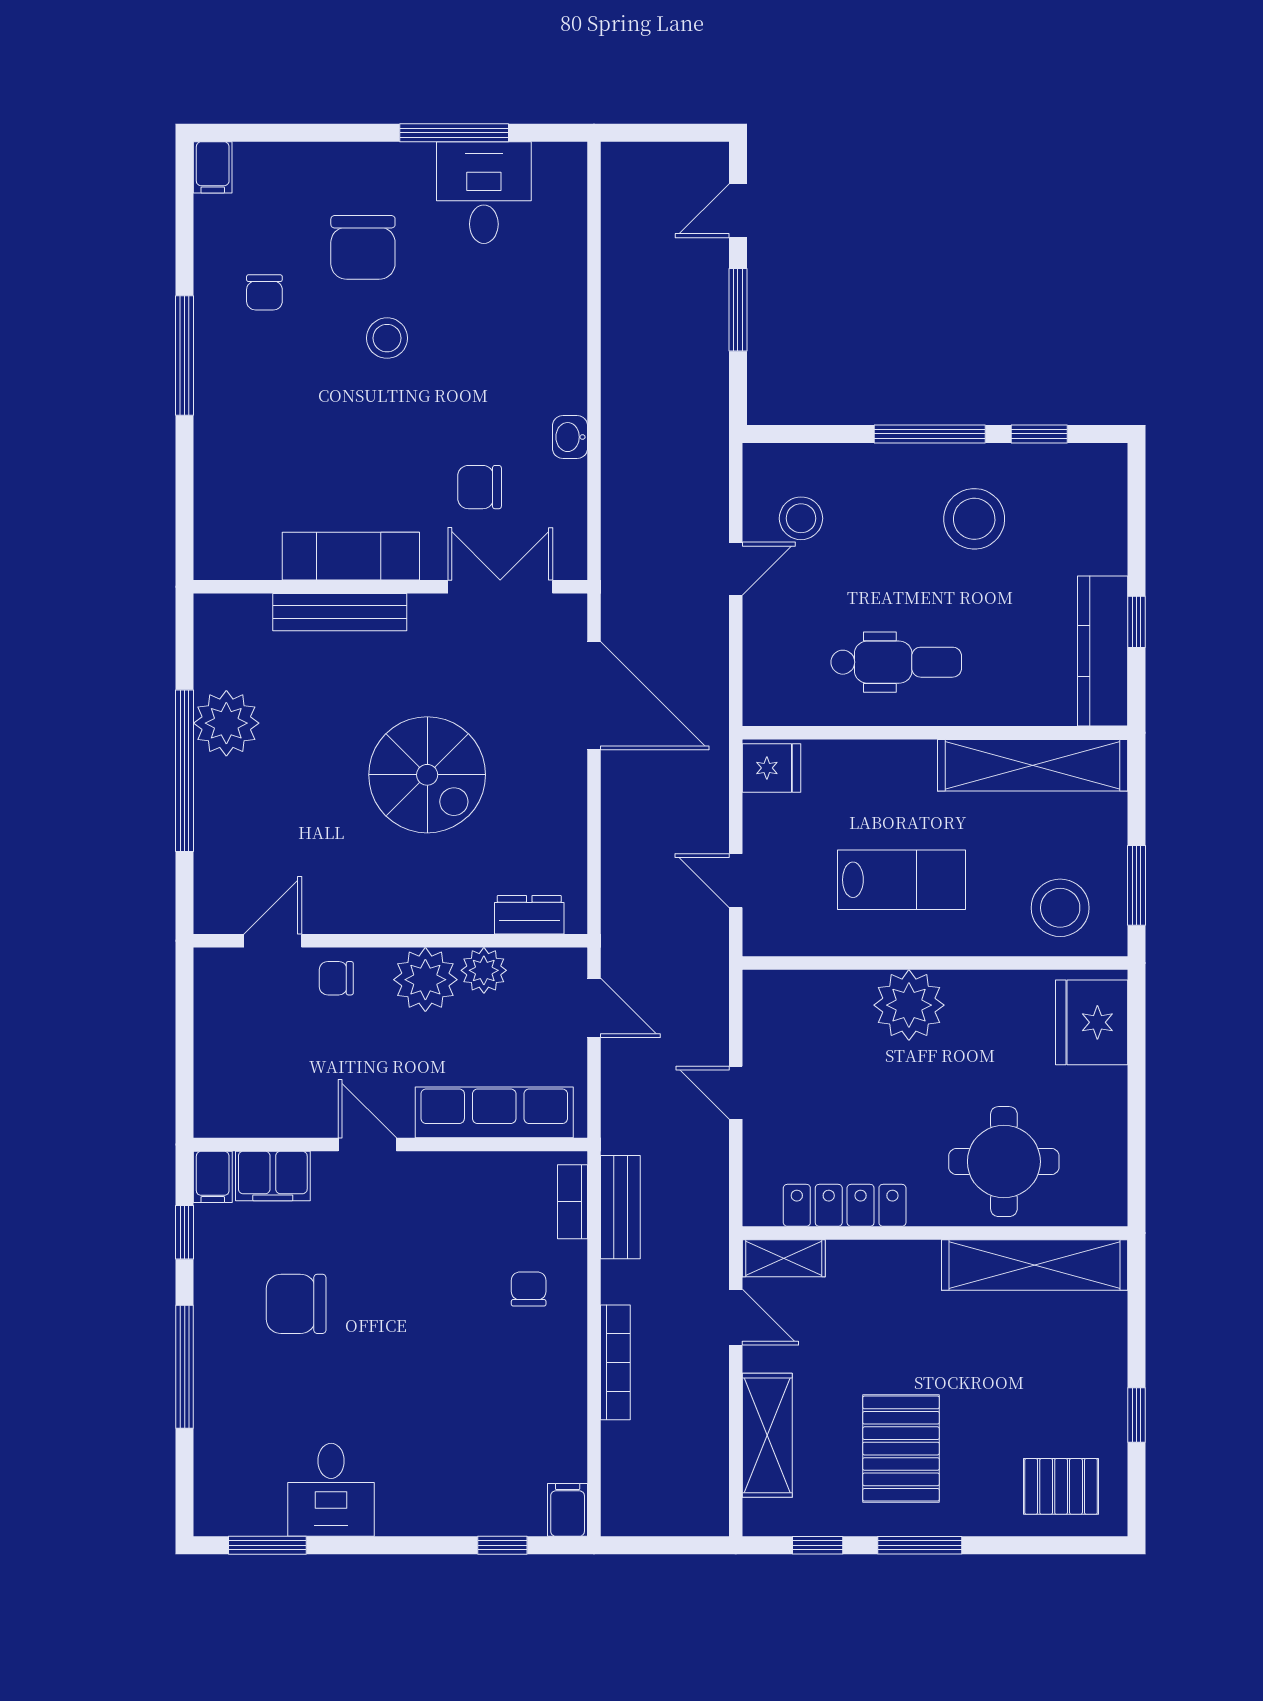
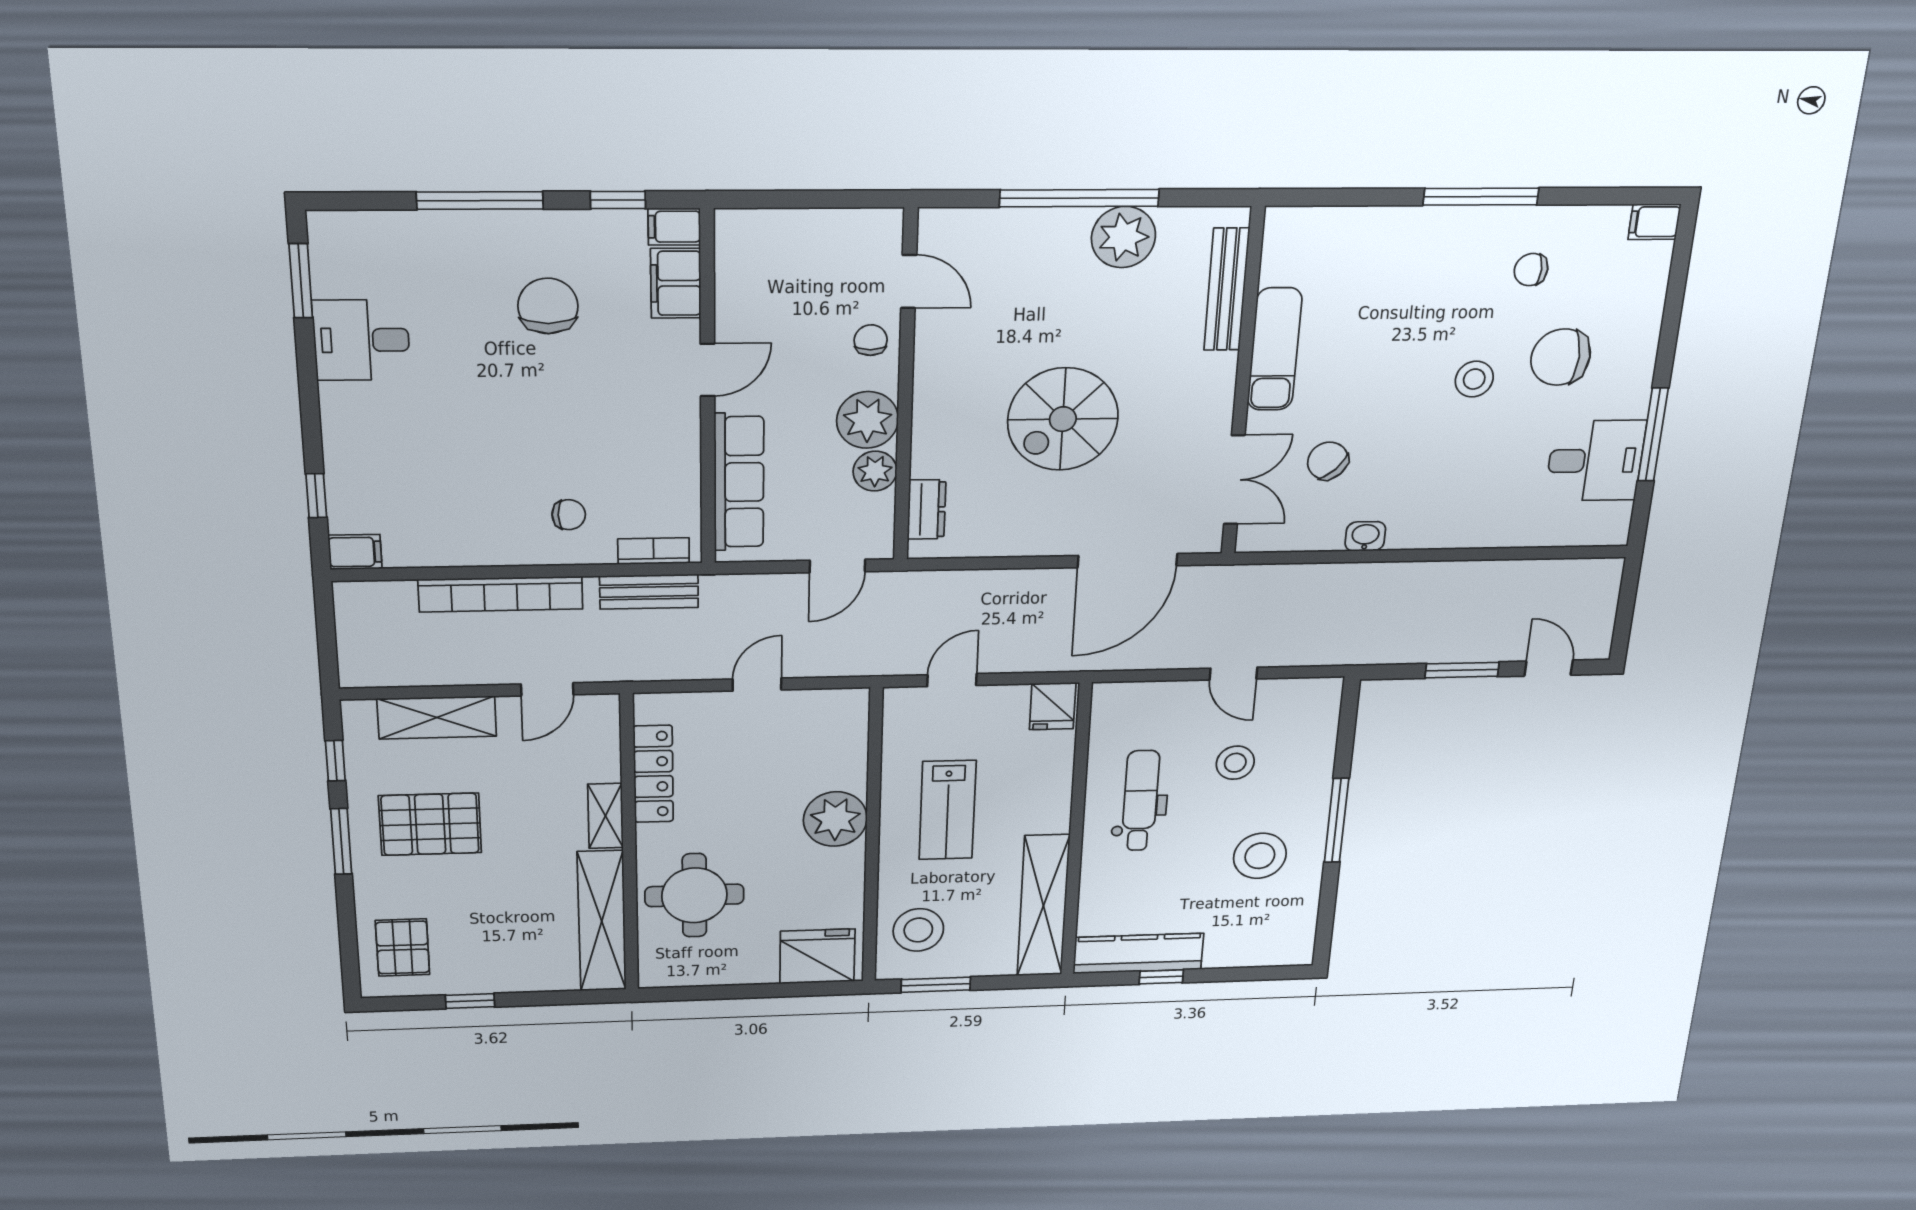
window: (1039, 434) -> (1327, 901), removed
chair: (480, 487) -> (1328, 461), turned -45
stool: (801, 518) -> (1235, 763), moved
bench: (340, 612) -> (1227, 289), moved
dental chair: (896, 662) -> (1140, 801), turned 180
shelving: (784, 1258) -> (605, 816), moved
bookcase: (615, 1362) -> (501, 594), width x1.48, depth x1.31

